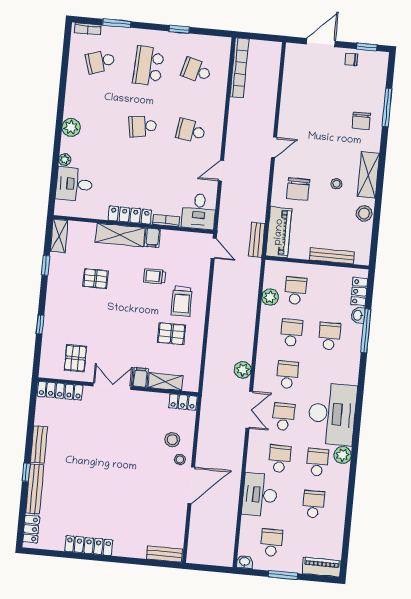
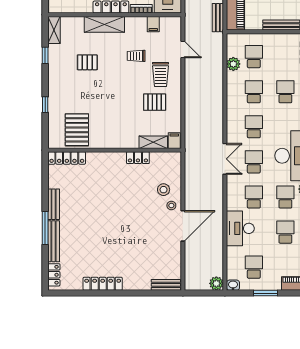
filing cabinet: (152, 238) -> (153, 24), moved
door: (214, 248) -> (183, 50), moved
pallet: (75, 358) -> (77, 130), width x1.50, depth x1.42
plant: (243, 370) -> (216, 283), moved
filing cabinet: (140, 377) -> (174, 141), moved
double door: (112, 386) -> (110, 150), removed
locker: (183, 402) -> (138, 158), moved
window: (26, 472) -> (45, 228), width x2.17

